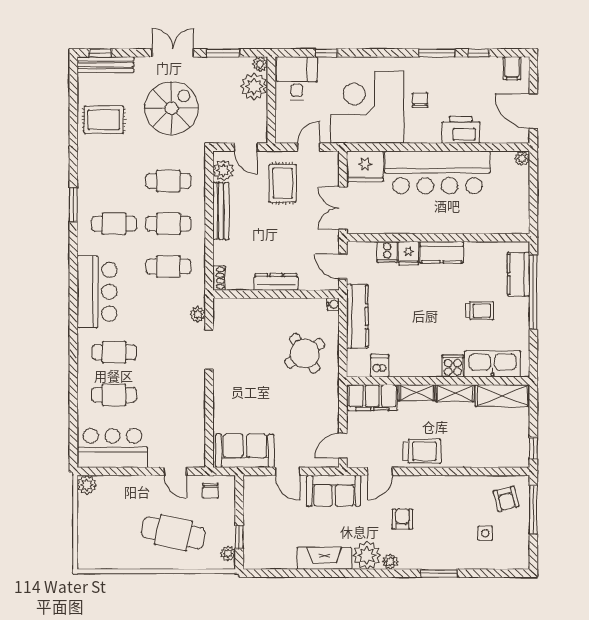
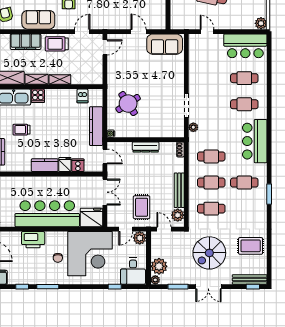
plant: (286, 133) -> (140, 238), added
filing cabinet: (372, 398) -> (26, 42), moved, turned 180
chair: (210, 491) -> (186, 20), removed
sofa: (334, 491) -> (38, 20), moved

